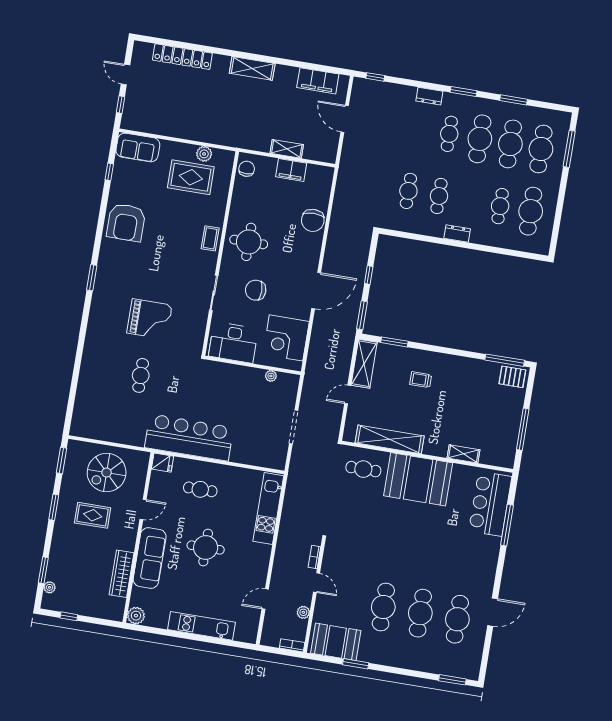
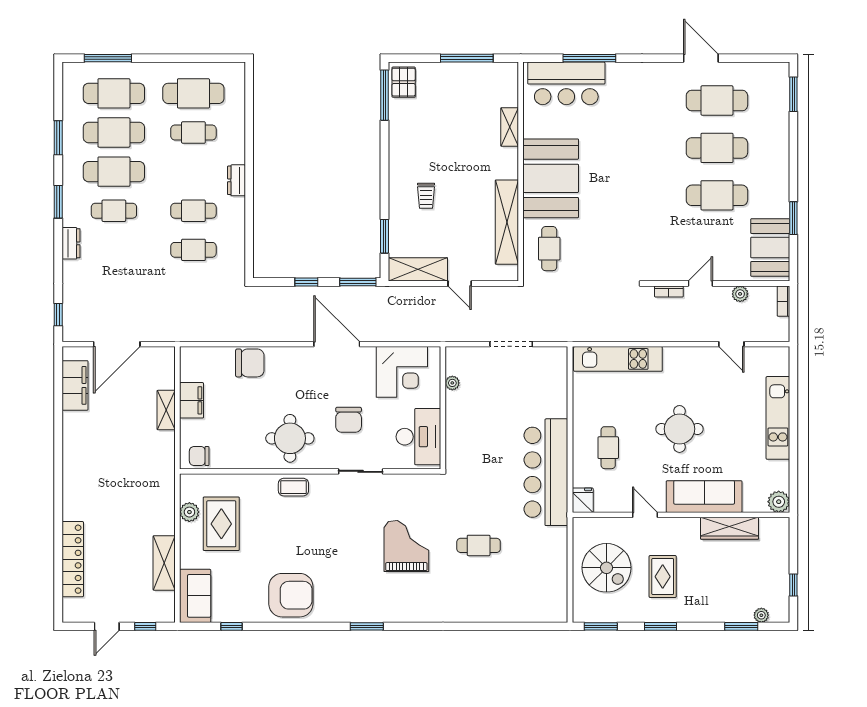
shelving: (252, 68) -> (164, 563), moved
door: (345, 119) -> (117, 344), width x1.36

